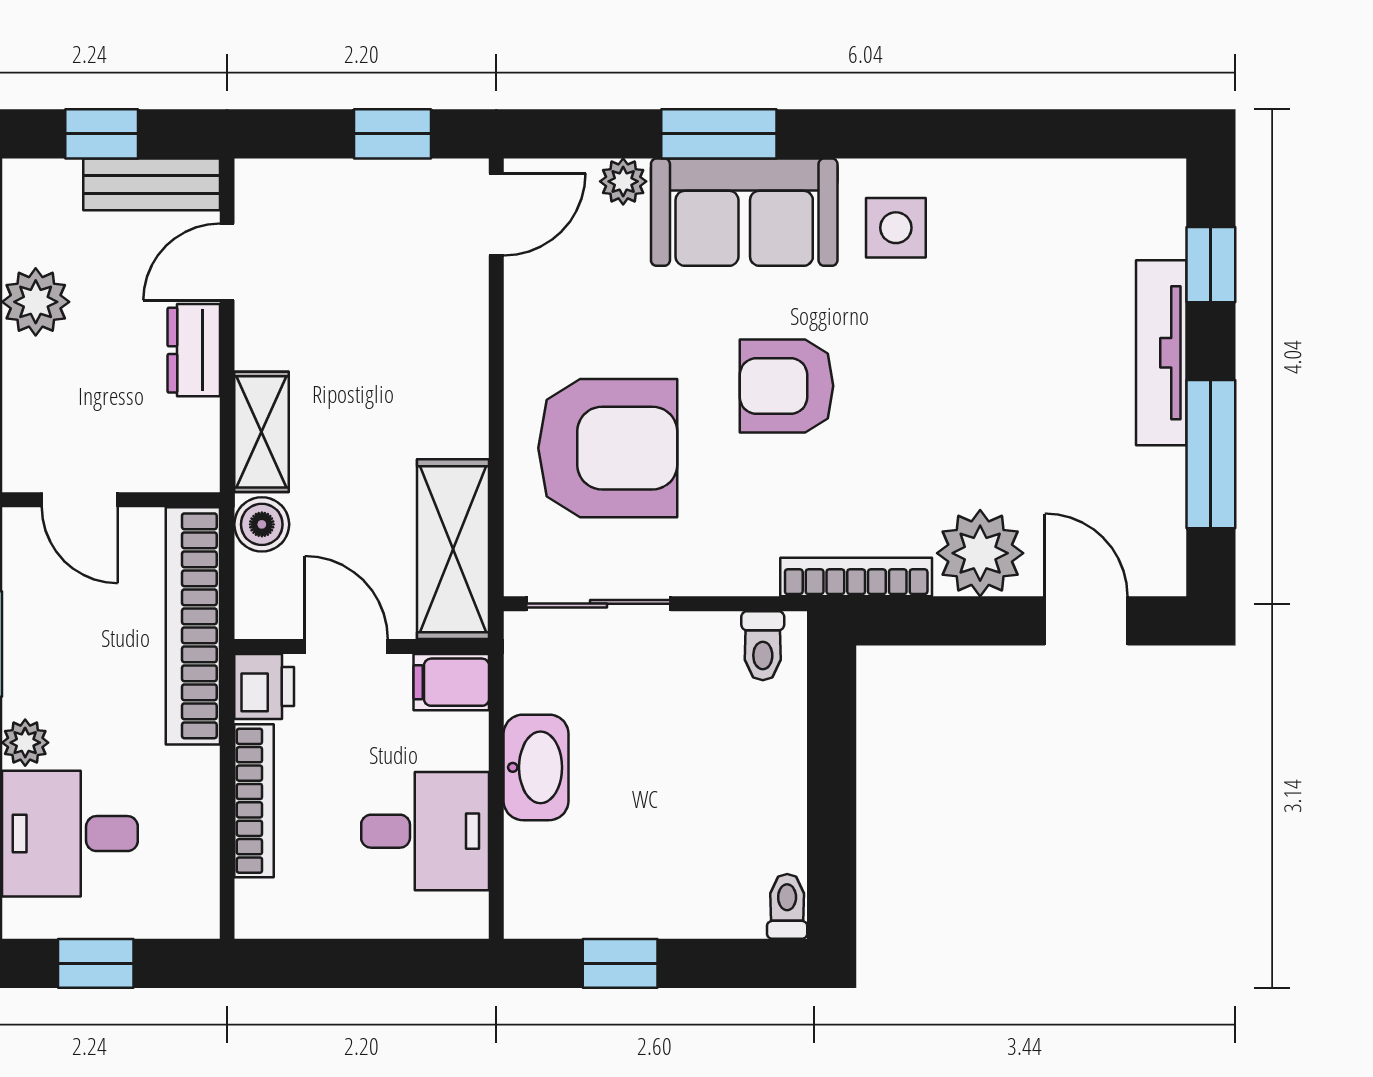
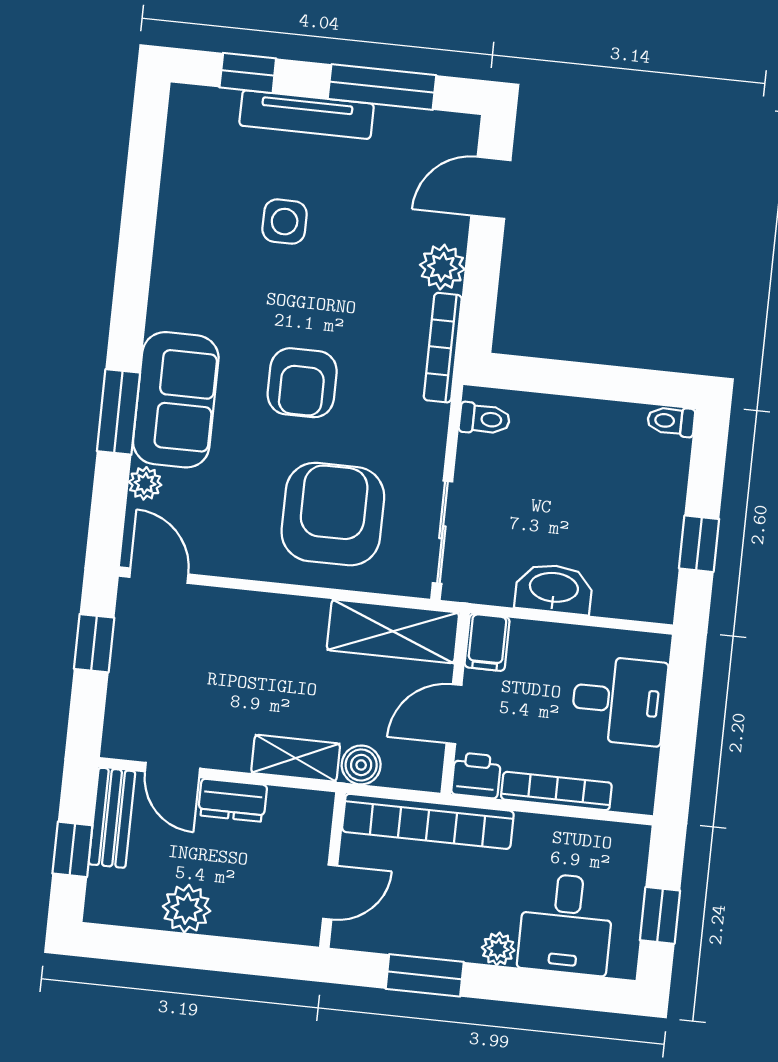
side table: (896, 228) -> (285, 222), moved
plant: (980, 553) -> (442, 267), width x0.73, depth x0.73
desk: (425, 831) -> (619, 700), moved, turned 90

